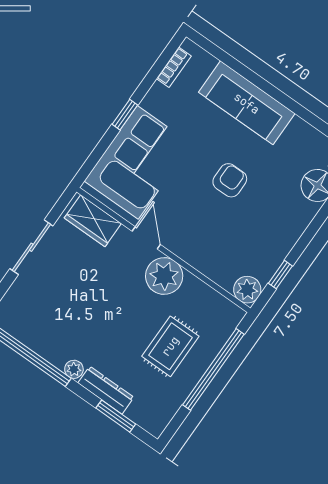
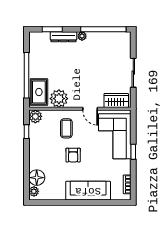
coffee table: (209, 233) -> (66, 128), added
plant: (164, 276) -> (59, 99), moved
rug: (170, 346) -> (39, 92), moved

